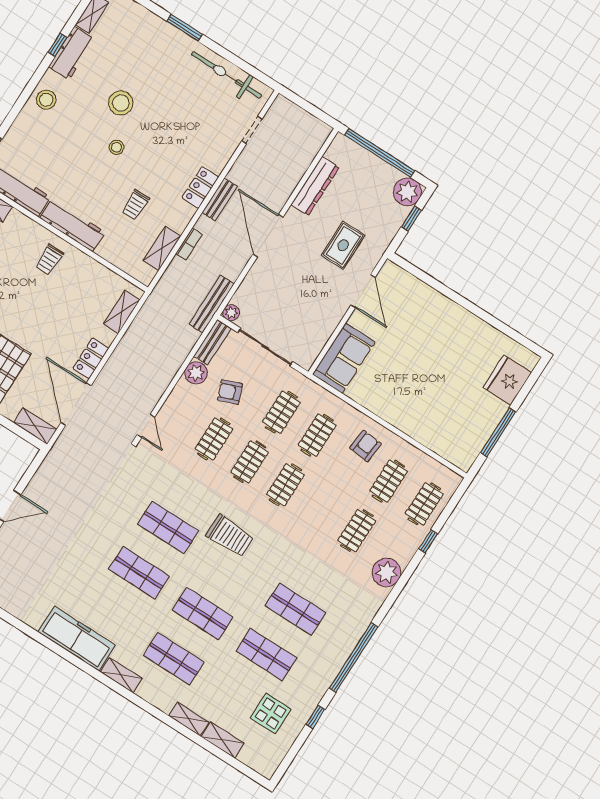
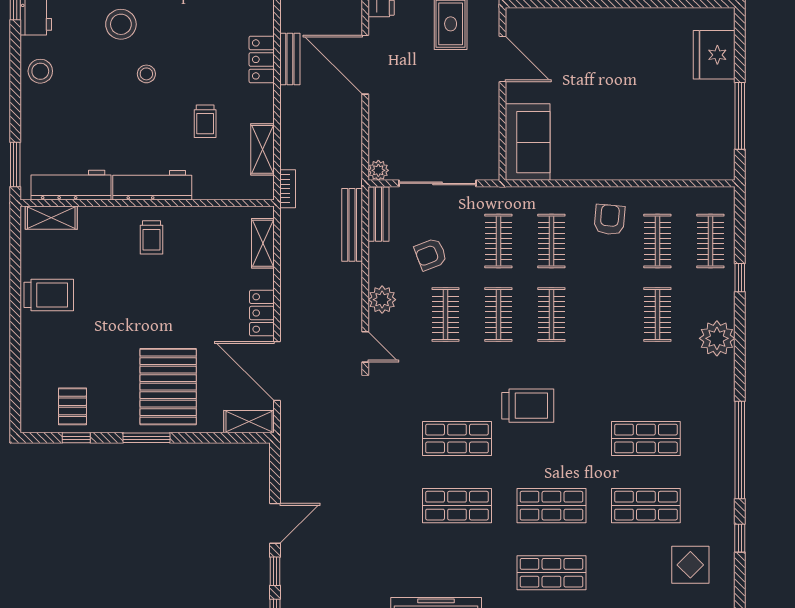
bookcase: (189, 244) -> (288, 189), moved
bench: (212, 304) -> (352, 225), moved
plant: (196, 373) -> (382, 300), moved

